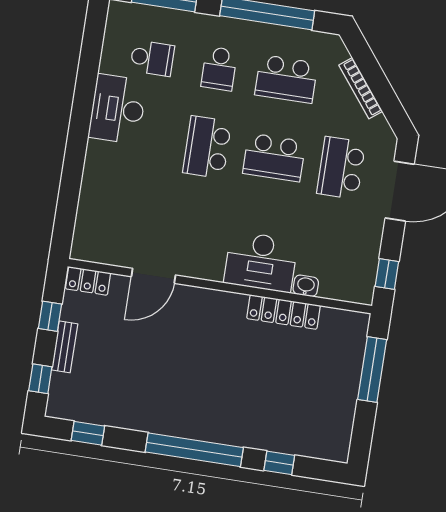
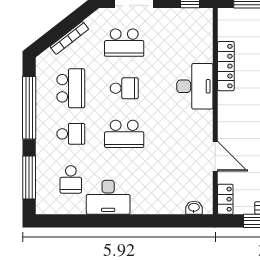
school desk: (152, 58) -> (71, 179), turned 180
school desk: (274, 157) -> (124, 88), width x0.54
washbasin: (306, 286) -> (194, 208), moved, turned 90

